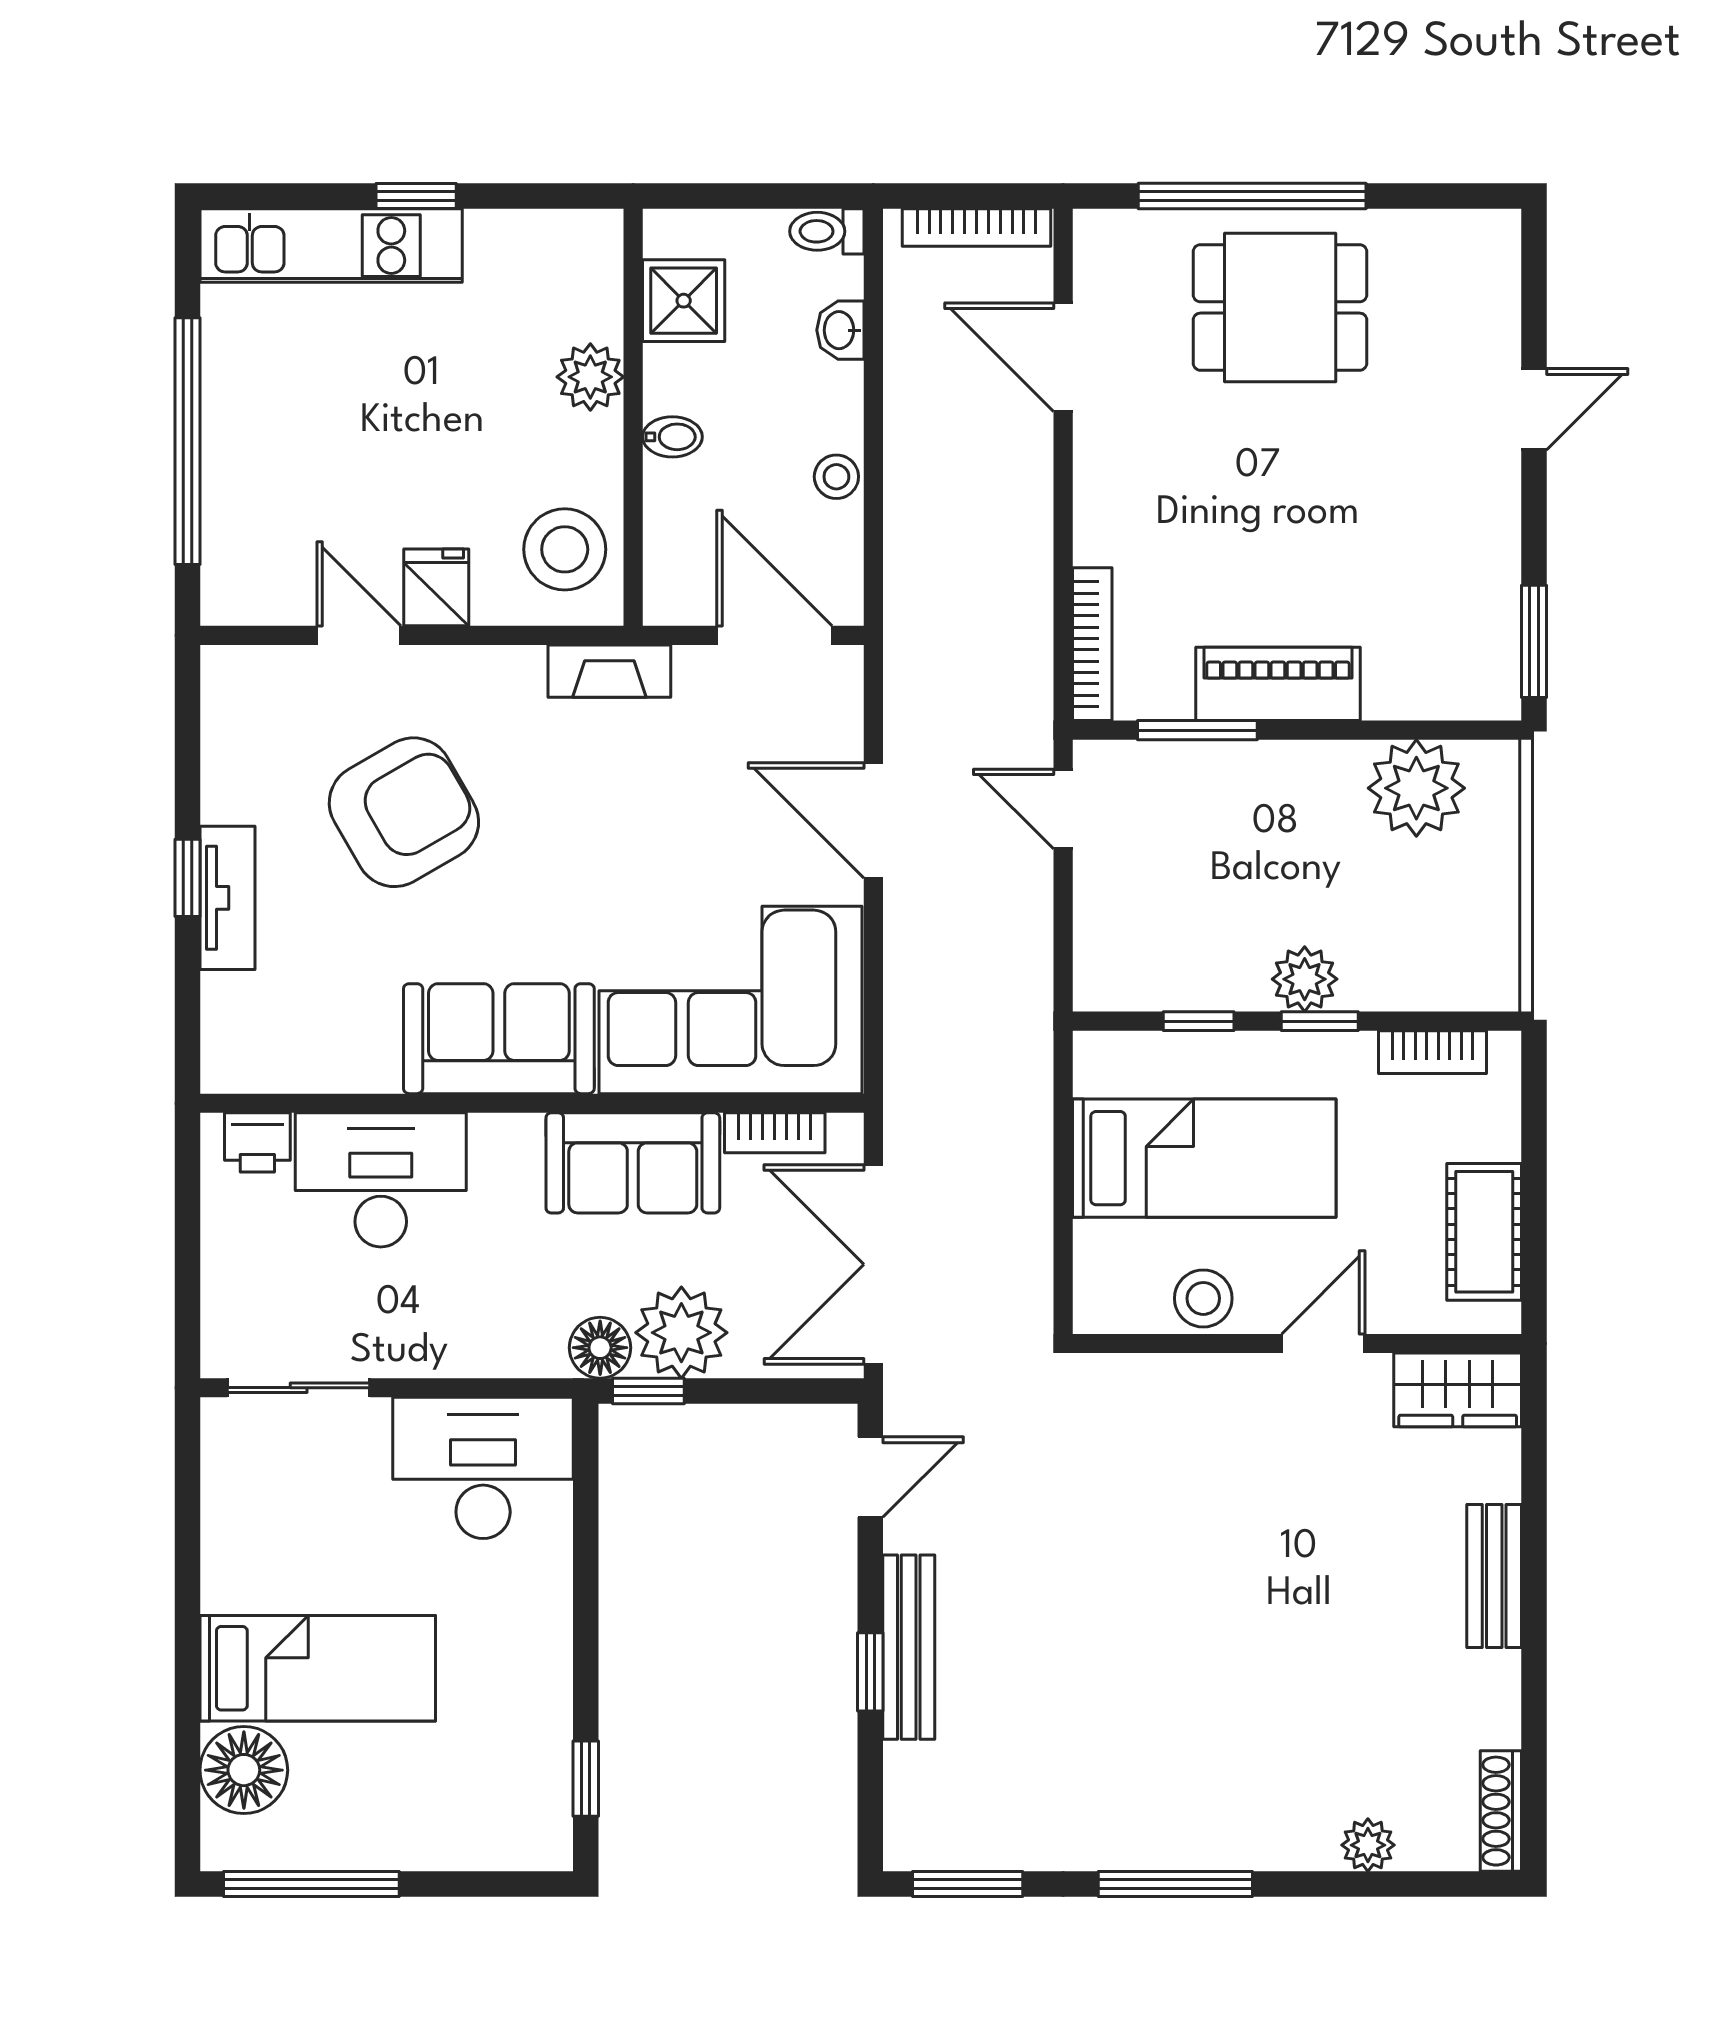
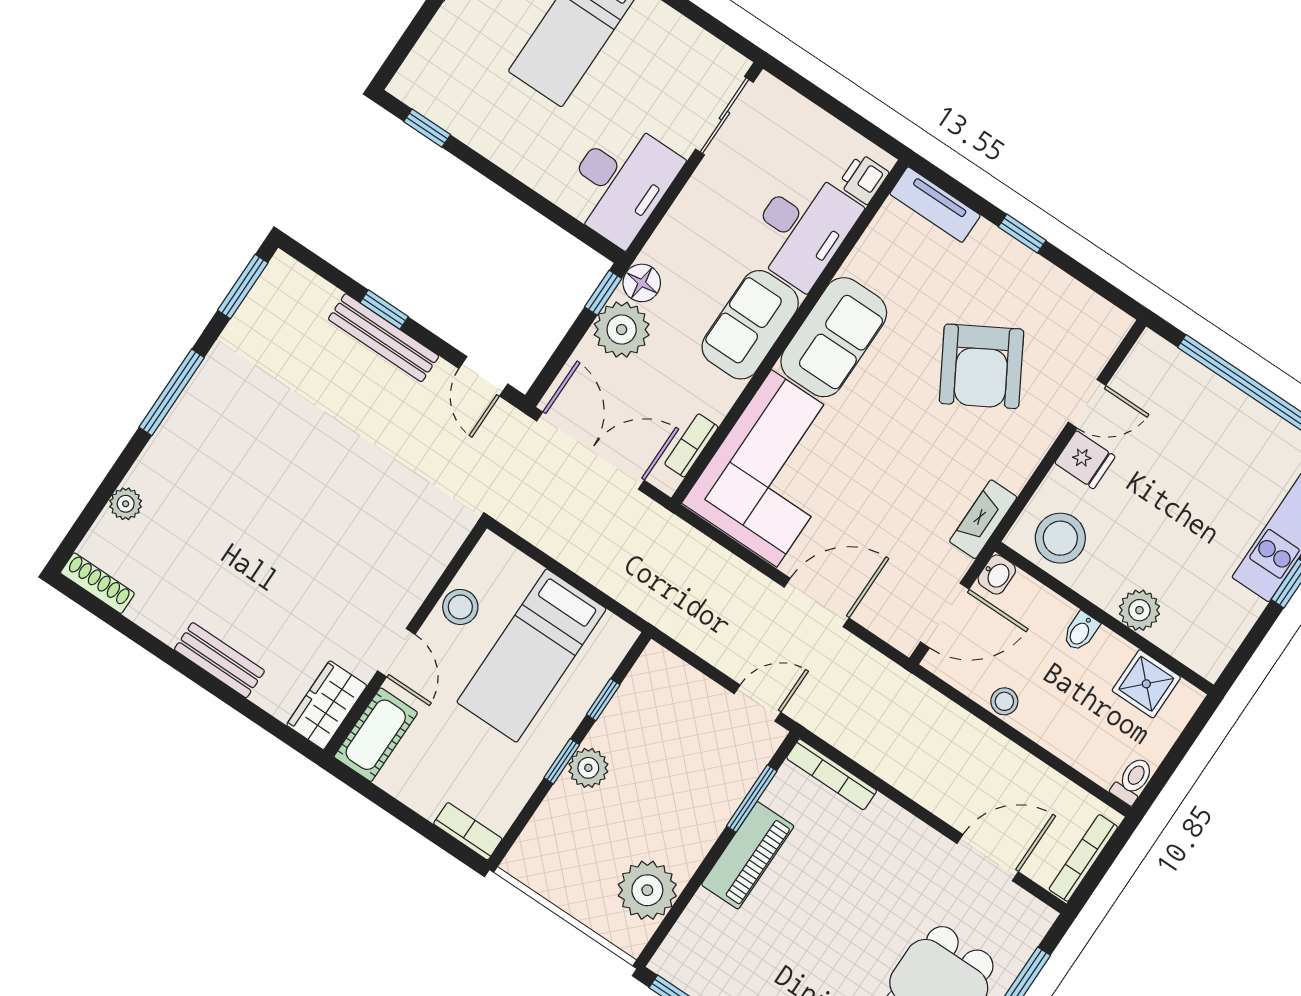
washbasin: (840, 330) -> (997, 575), moved, turned 90
tv unit: (227, 898) -> (935, 205), moved
bookcase: (1433, 1052) -> (468, 831), moved, turned 90
sofa: (633, 1163) -> (750, 325), moved
cot: (1484, 1232) -> (376, 735), moved, turned 90

